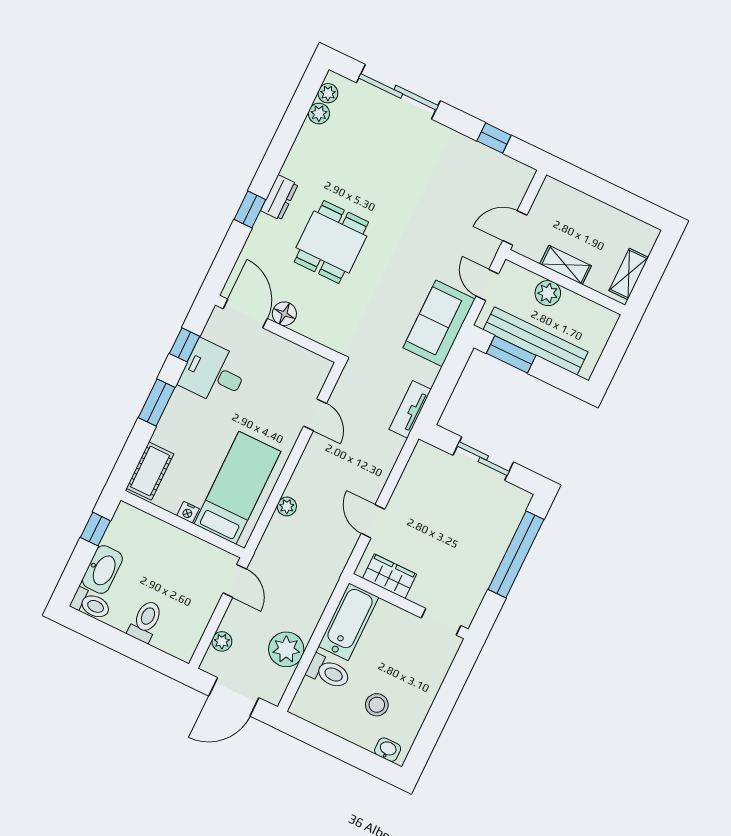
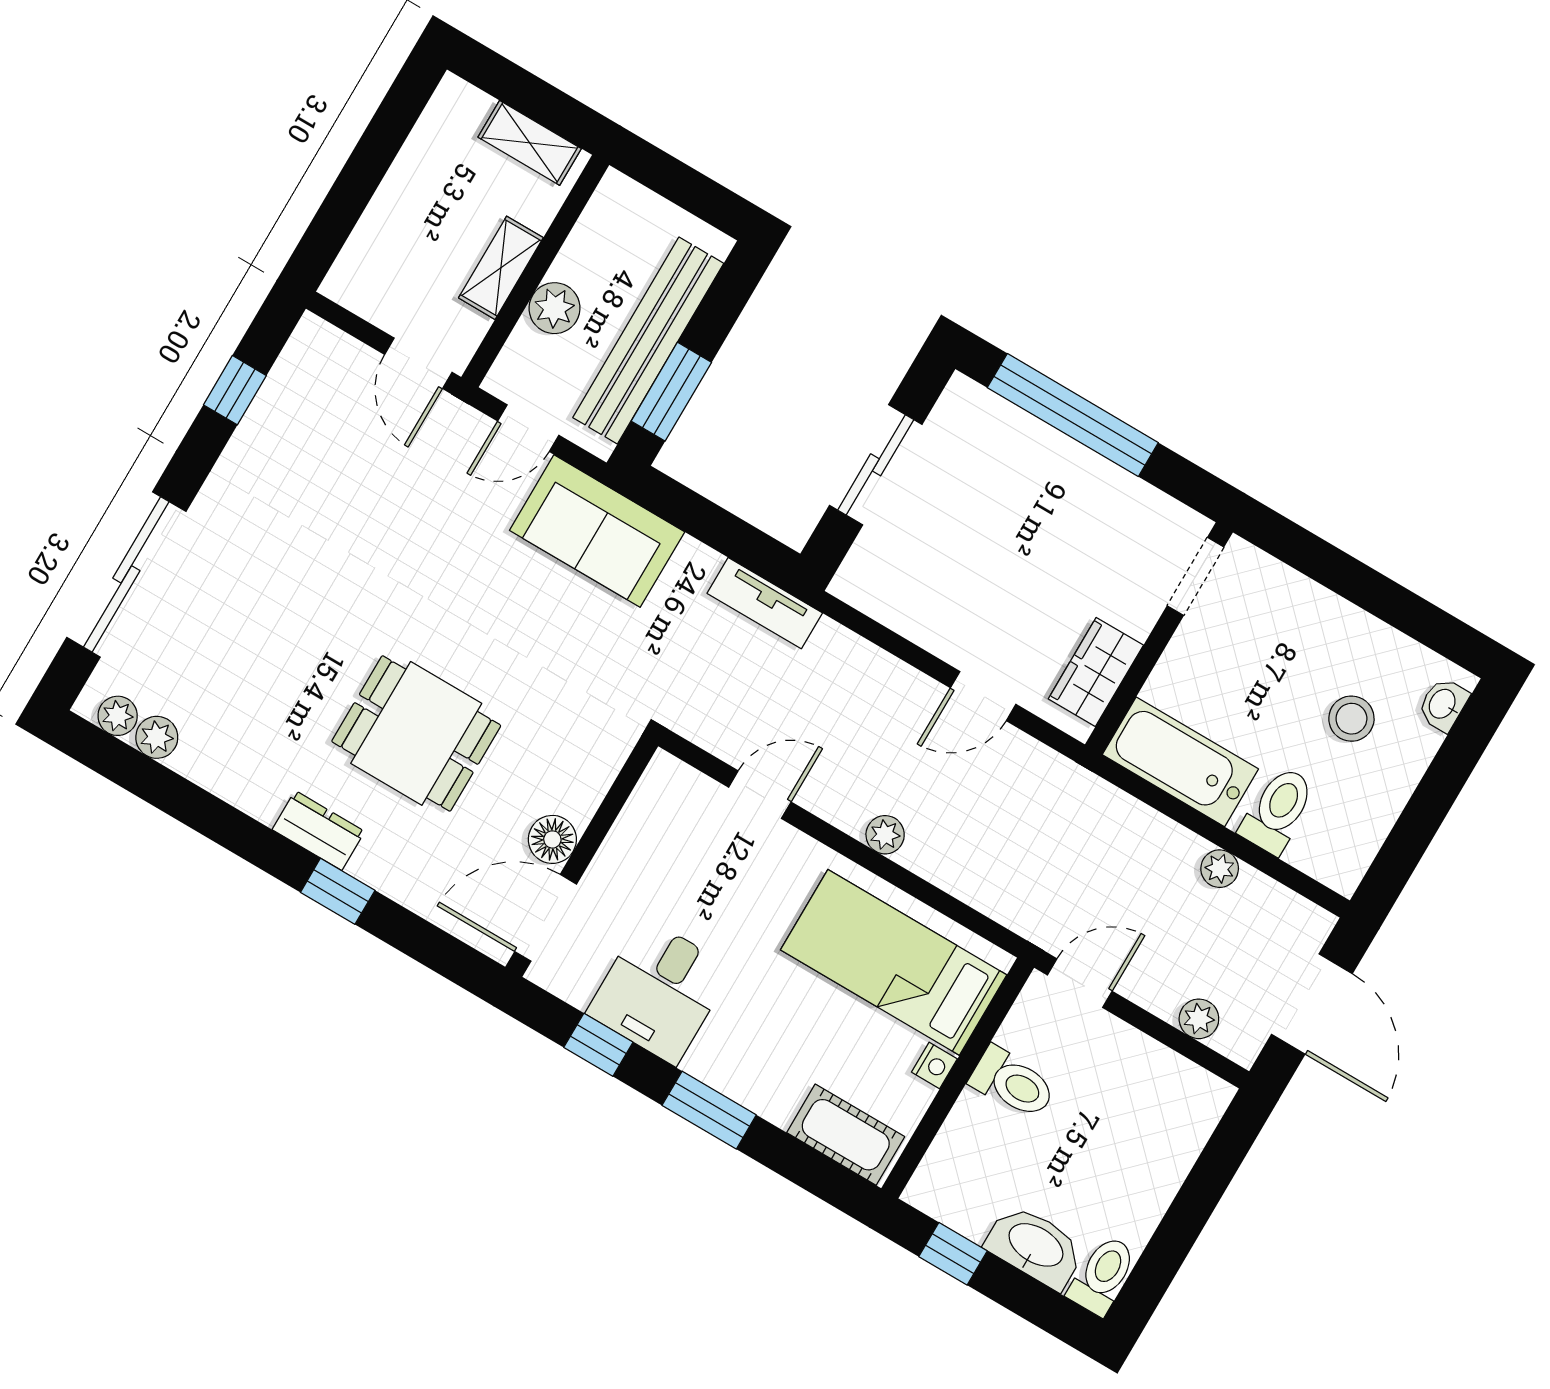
plant: (287, 506) -> (885, 835), moved
toilet: (146, 621) -> (1013, 1083), moved, turned 180
plant: (286, 649) -> (1220, 869), width x0.53, depth x0.53

